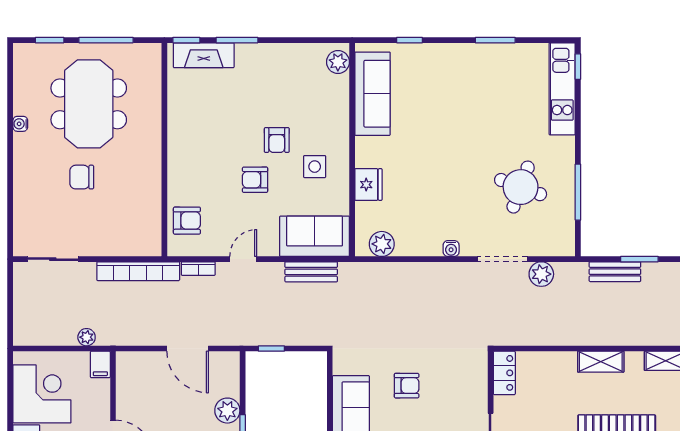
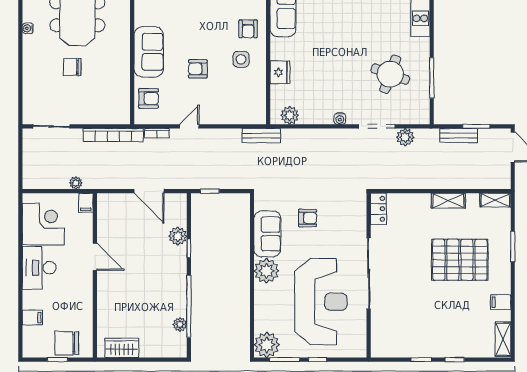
armchair: (277, 140) -> (248, 29), moved
sofa: (315, 236) -> (149, 52), moved, turned 90
bench: (311, 272) -> (261, 136), moved

